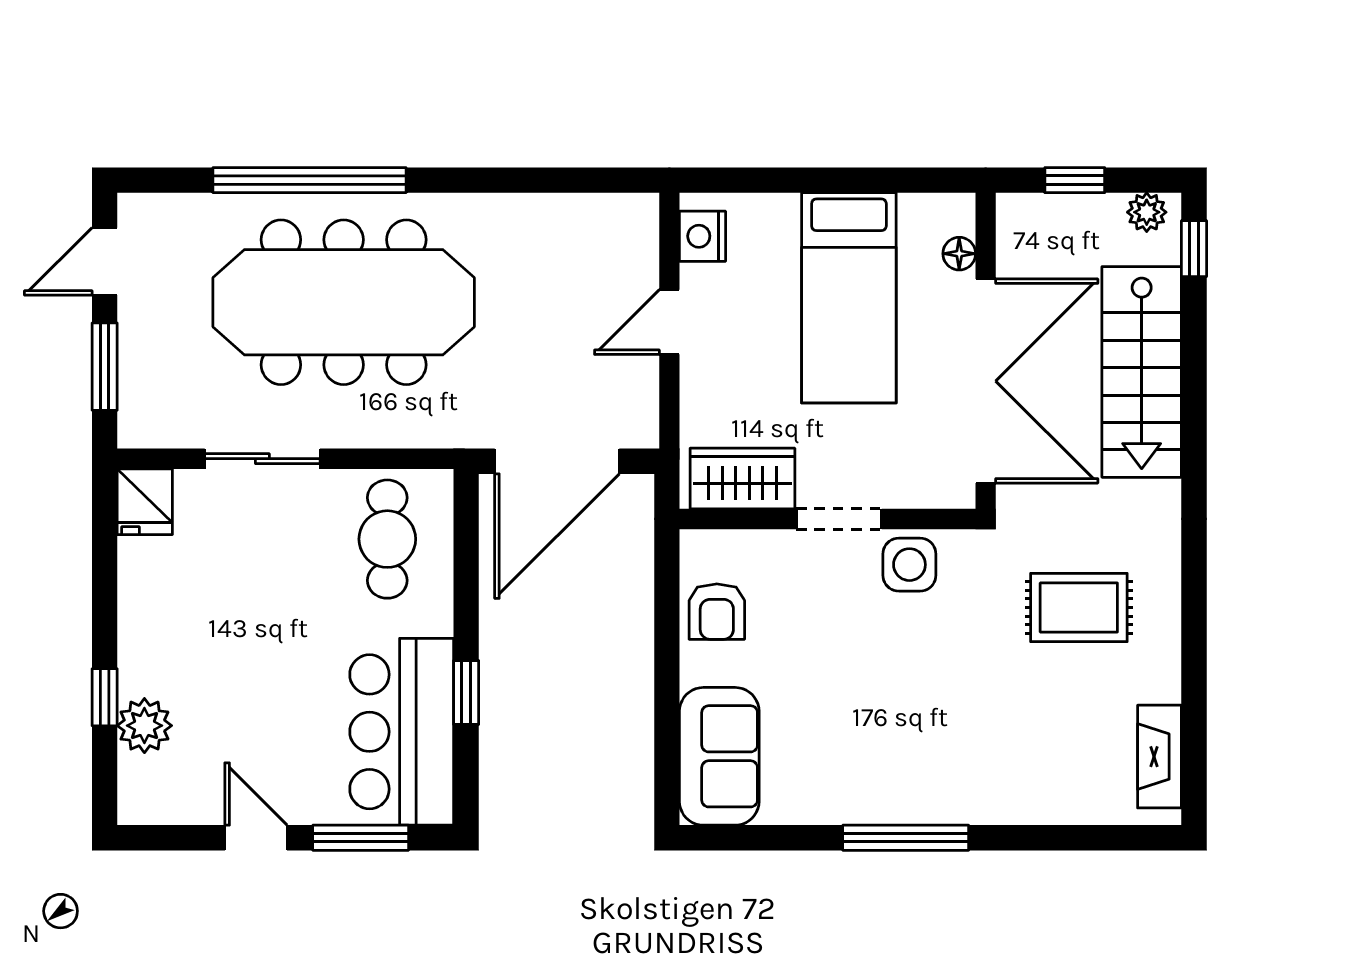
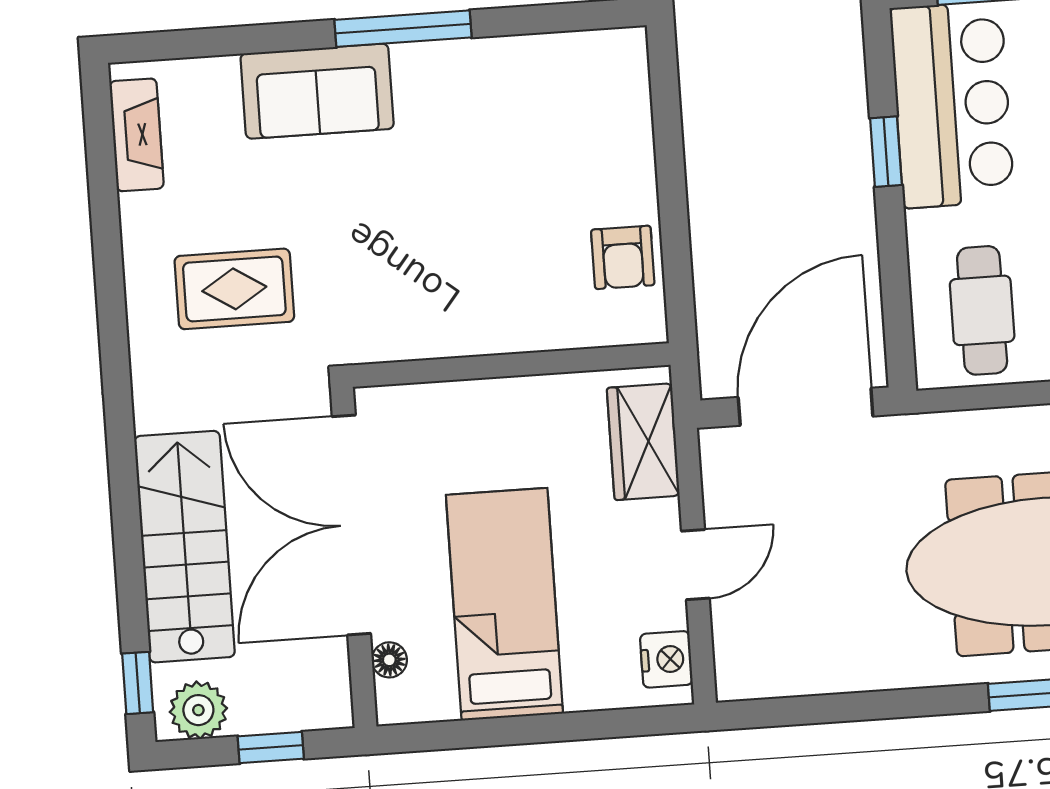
plant: (1147, 212) -> (198, 710), width x1.38, depth x1.38
wardrobe: (742, 479) -> (643, 442), moved, turned 90
doorway: (839, 519) -> (499, 366), removed
side table: (909, 565) -> (419, 322), removed
armchair: (717, 612) -> (623, 257), turned 180
sofa: (719, 756) -> (317, 91), moved, turned -90

